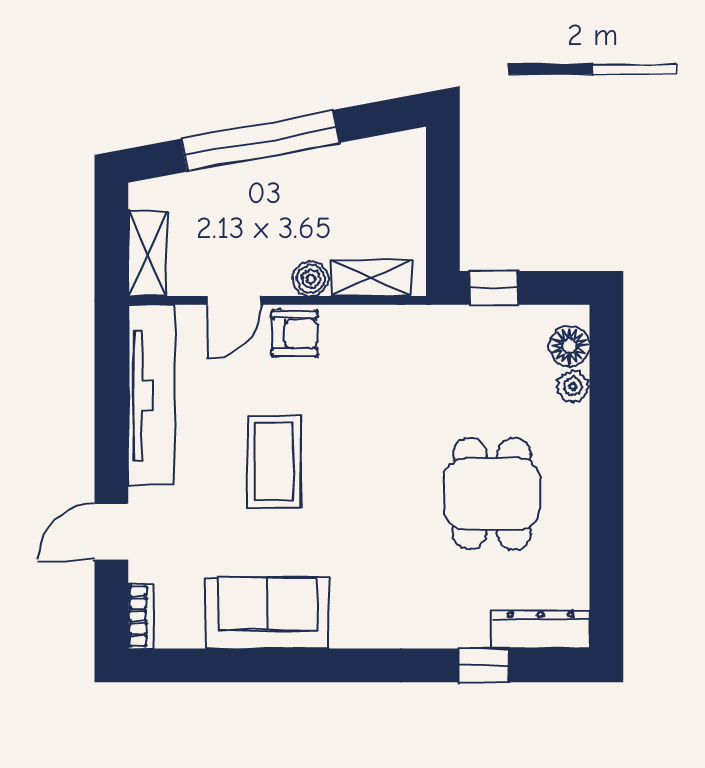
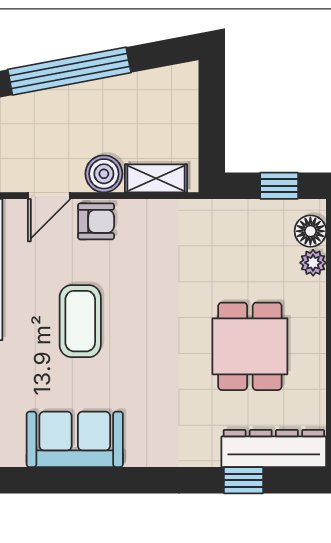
boiler: (311, 279) -> (104, 174), width x1.36, depth x1.36
window: (494, 288) -> (279, 186), moved
dresser: (540, 629) -> (274, 448), width x1.37, depth x1.24

